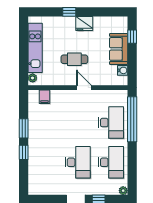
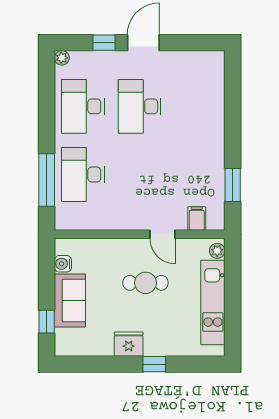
door: (84, 88) -> (162, 234), moved
window: (132, 119) -> (47, 180), width x0.68
window: (24, 128) -> (233, 185), moved
window: (24, 152) -> (233, 123), removed

